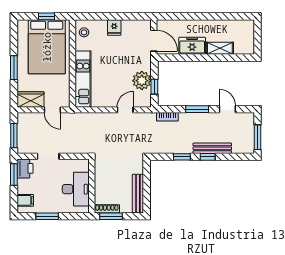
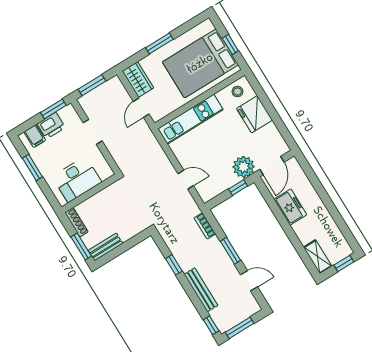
fridge: (114, 27) -> (255, 114), width x1.88, depth x1.34
window: (258, 32) -> (344, 263), added
shelving: (220, 48) -> (318, 257), moved
plant: (142, 81) -> (244, 167), moved
window: (154, 87) -> (238, 188), moved
door: (227, 109) -> (249, 281), hinge flipped
window: (208, 157) -> (211, 325), moved
printer: (25, 168) -> (51, 126), moved
bench: (138, 194) -> (105, 247), width x0.73
window: (111, 216) -> (81, 246), moved

